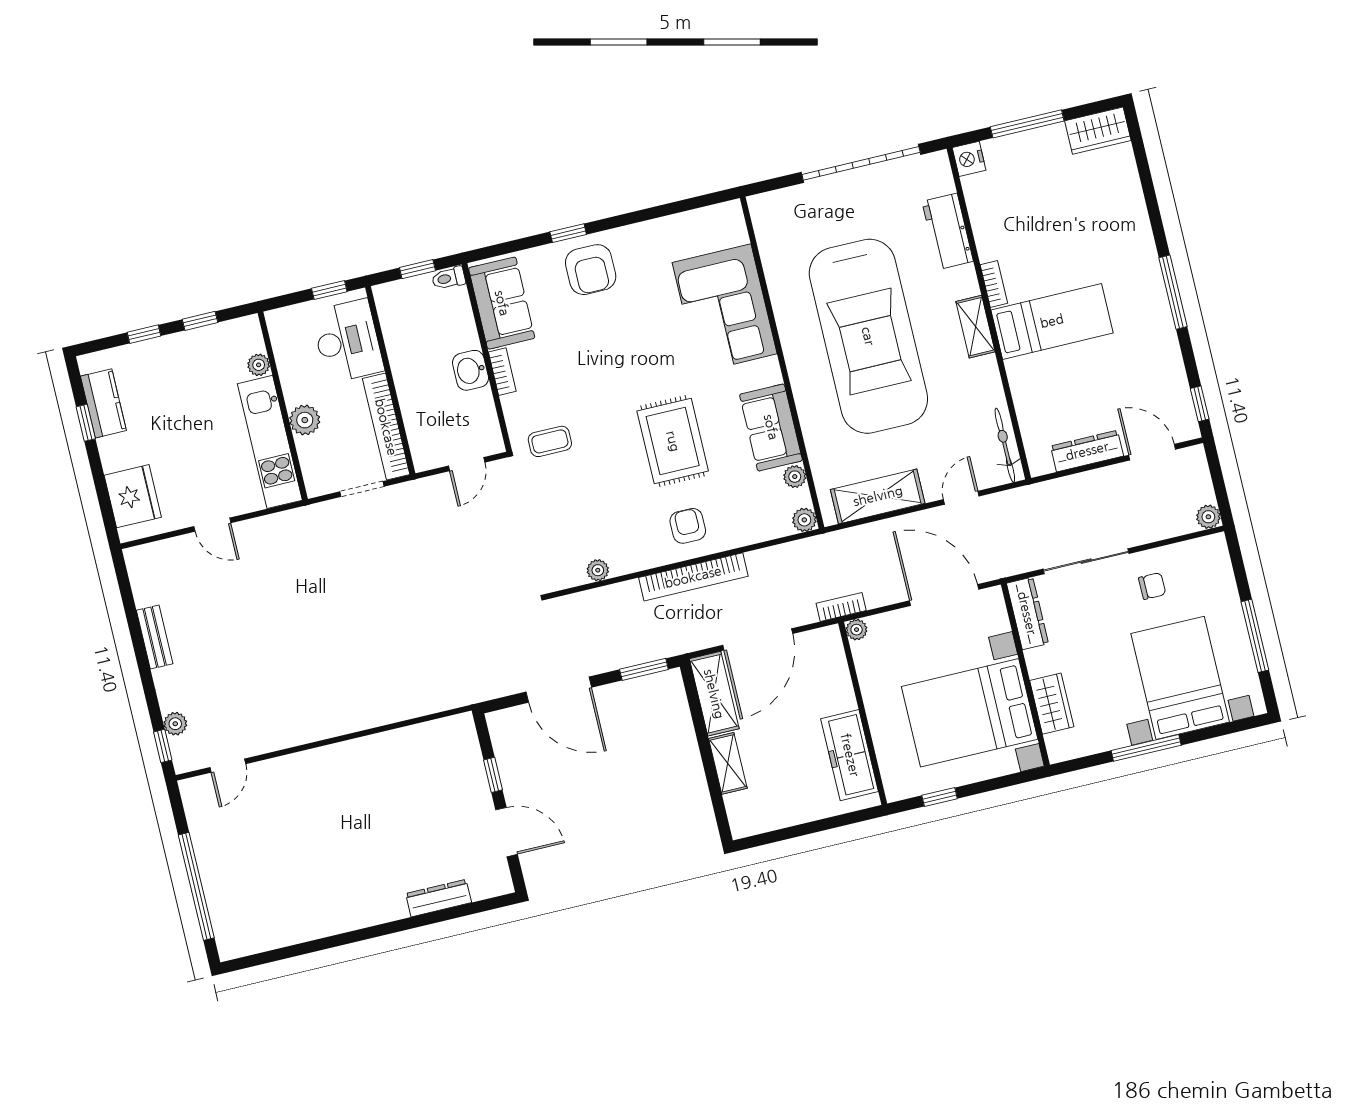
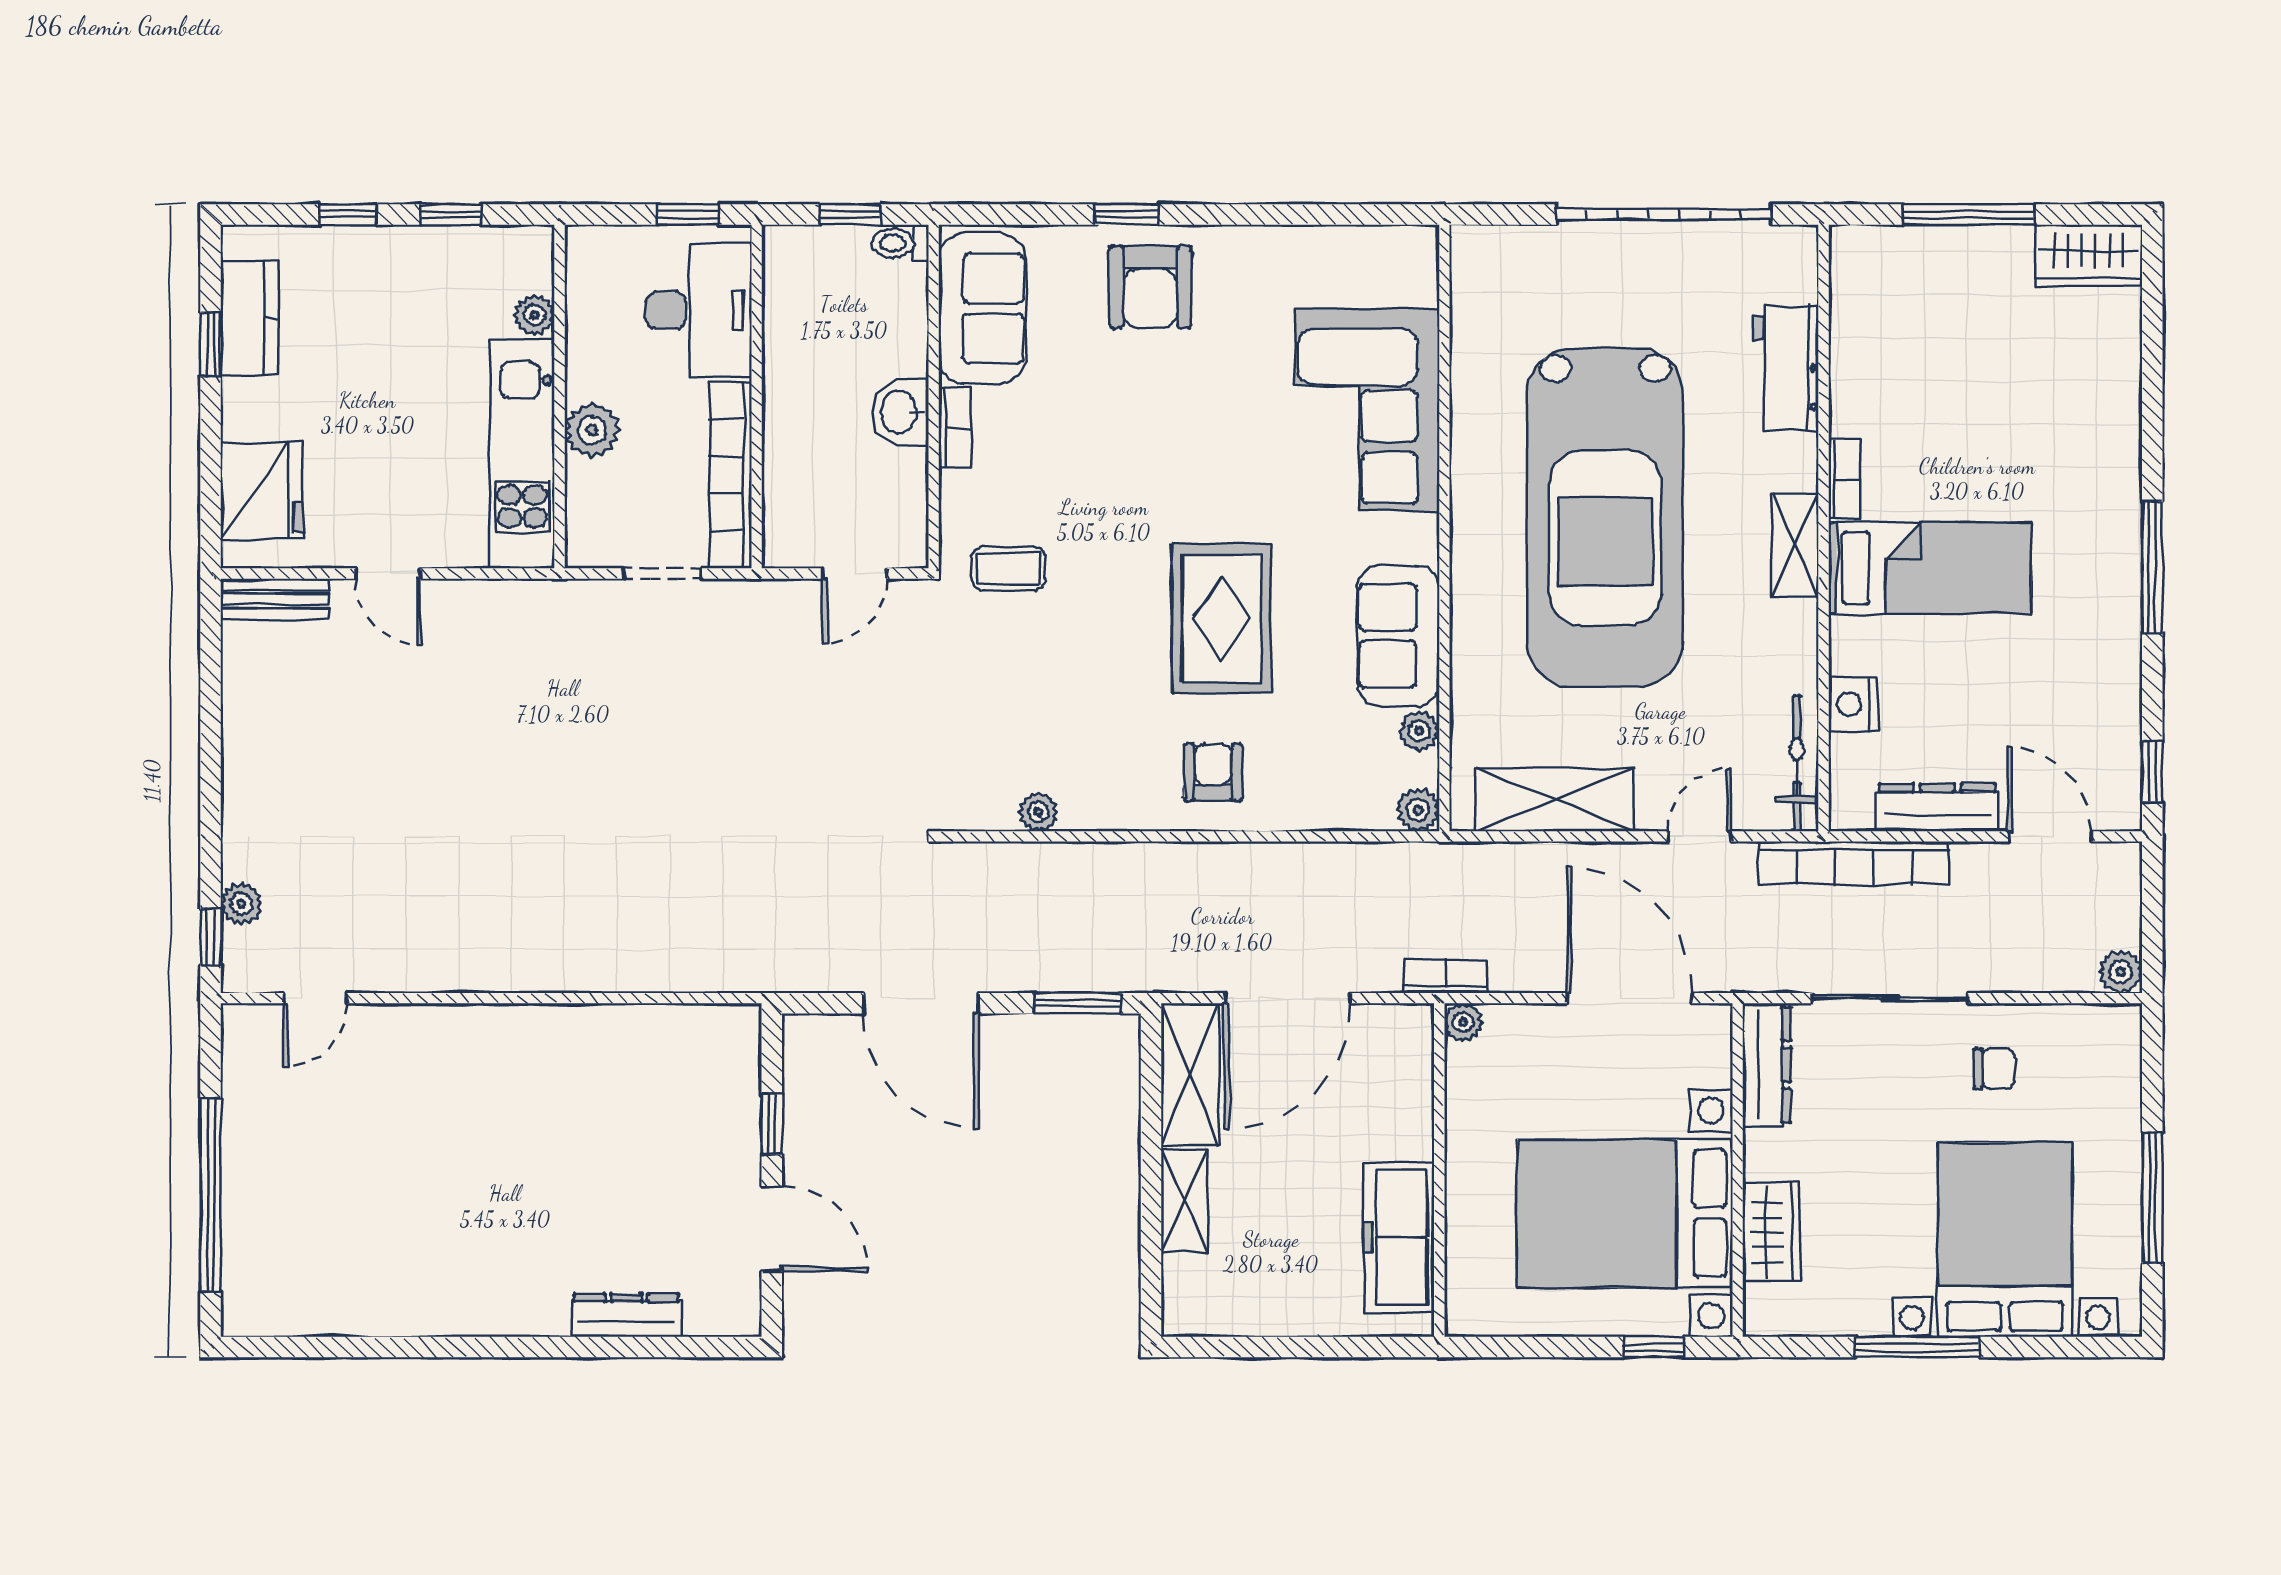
nightstand: (969, 159) -> (1853, 704), moved
bookcase: (693, 577) -> (1854, 863), moved
bench: (155, 637) -> (275, 599), moved, turned 90
window: (940, 797) -> (1654, 1347), moved

